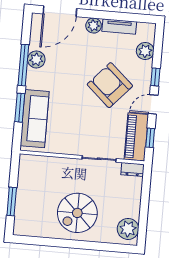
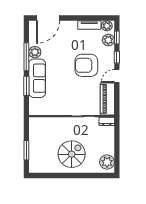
plant: (94, 26) -> (107, 26), moved
armchair: (110, 85) -> (86, 65), turned -42
sofa: (35, 119) -> (37, 78), moved
window: (150, 138) -> (117, 37), moved
spiral stairs: (77, 213) -> (72, 154), turned 180

